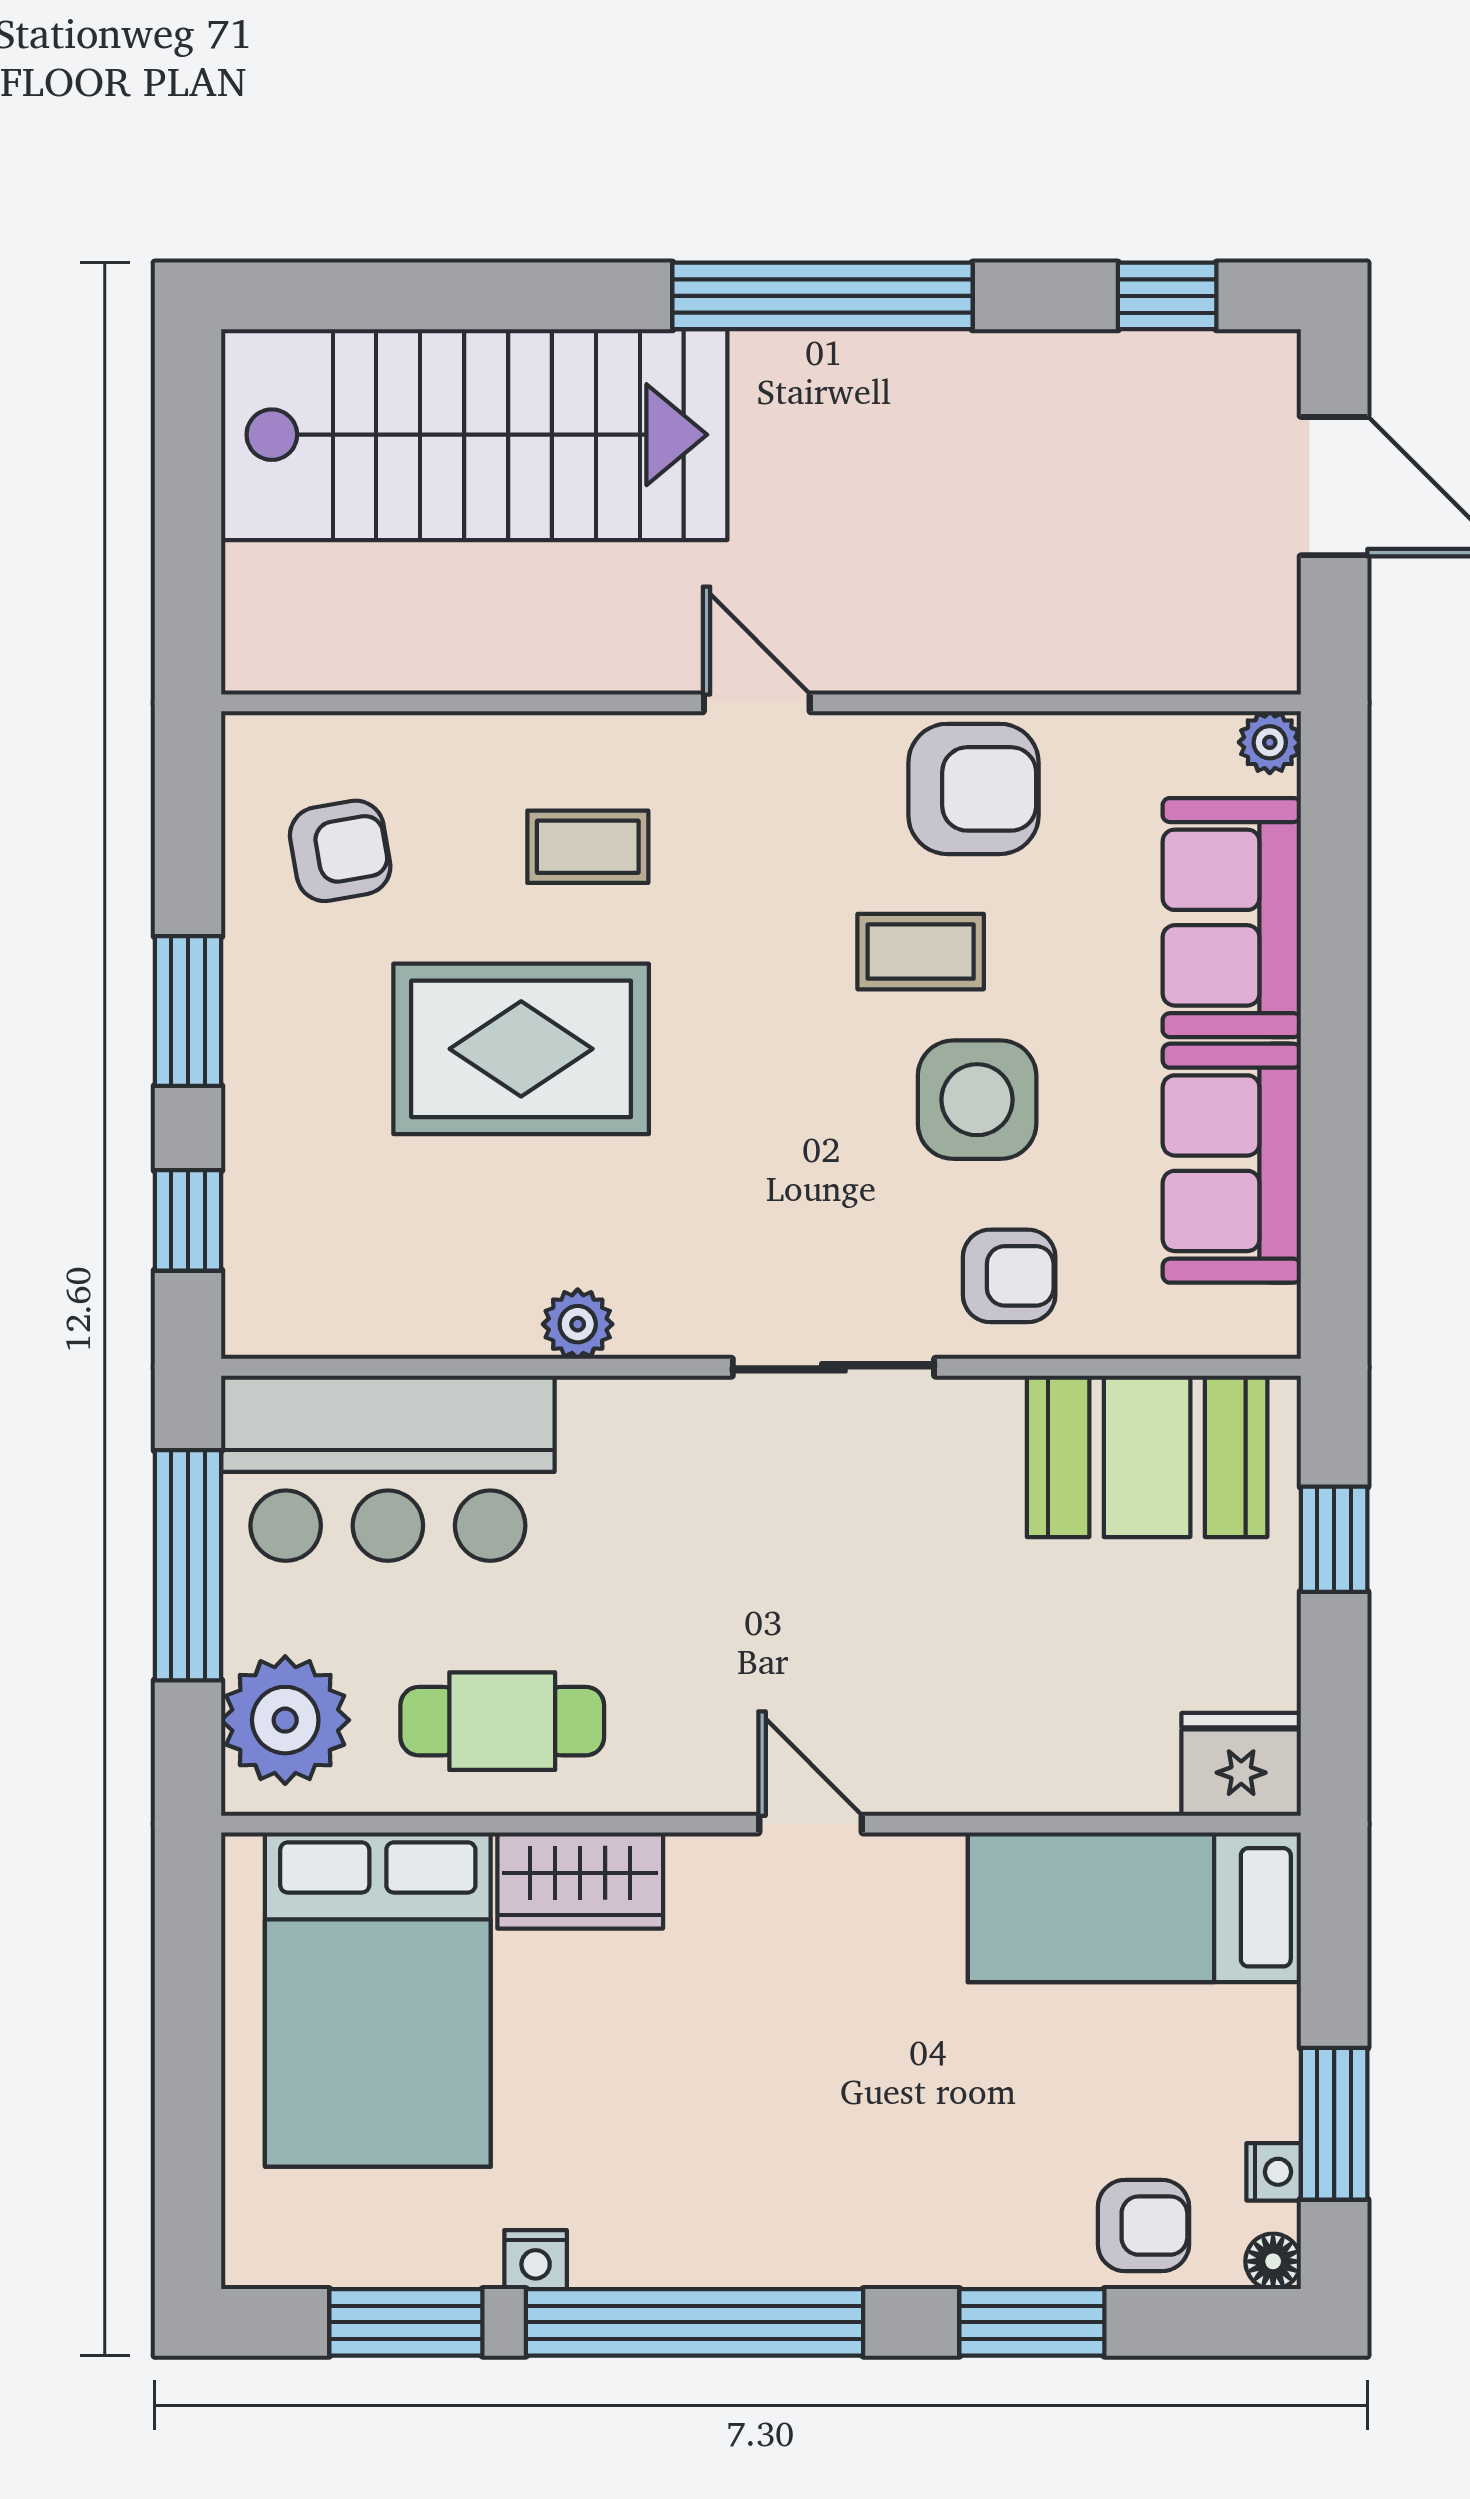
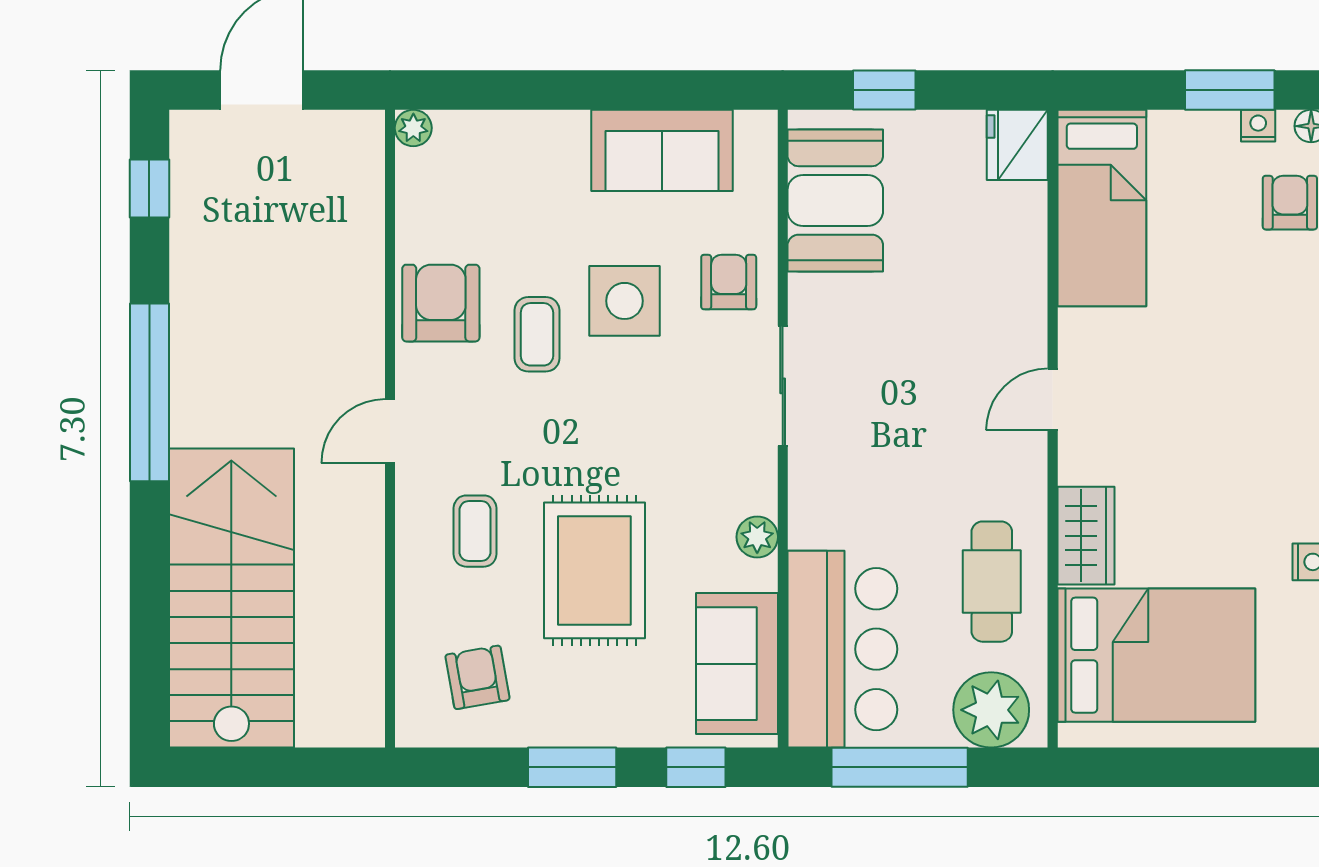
sofa: (1232, 918) -> (737, 664), moved, turned 90

